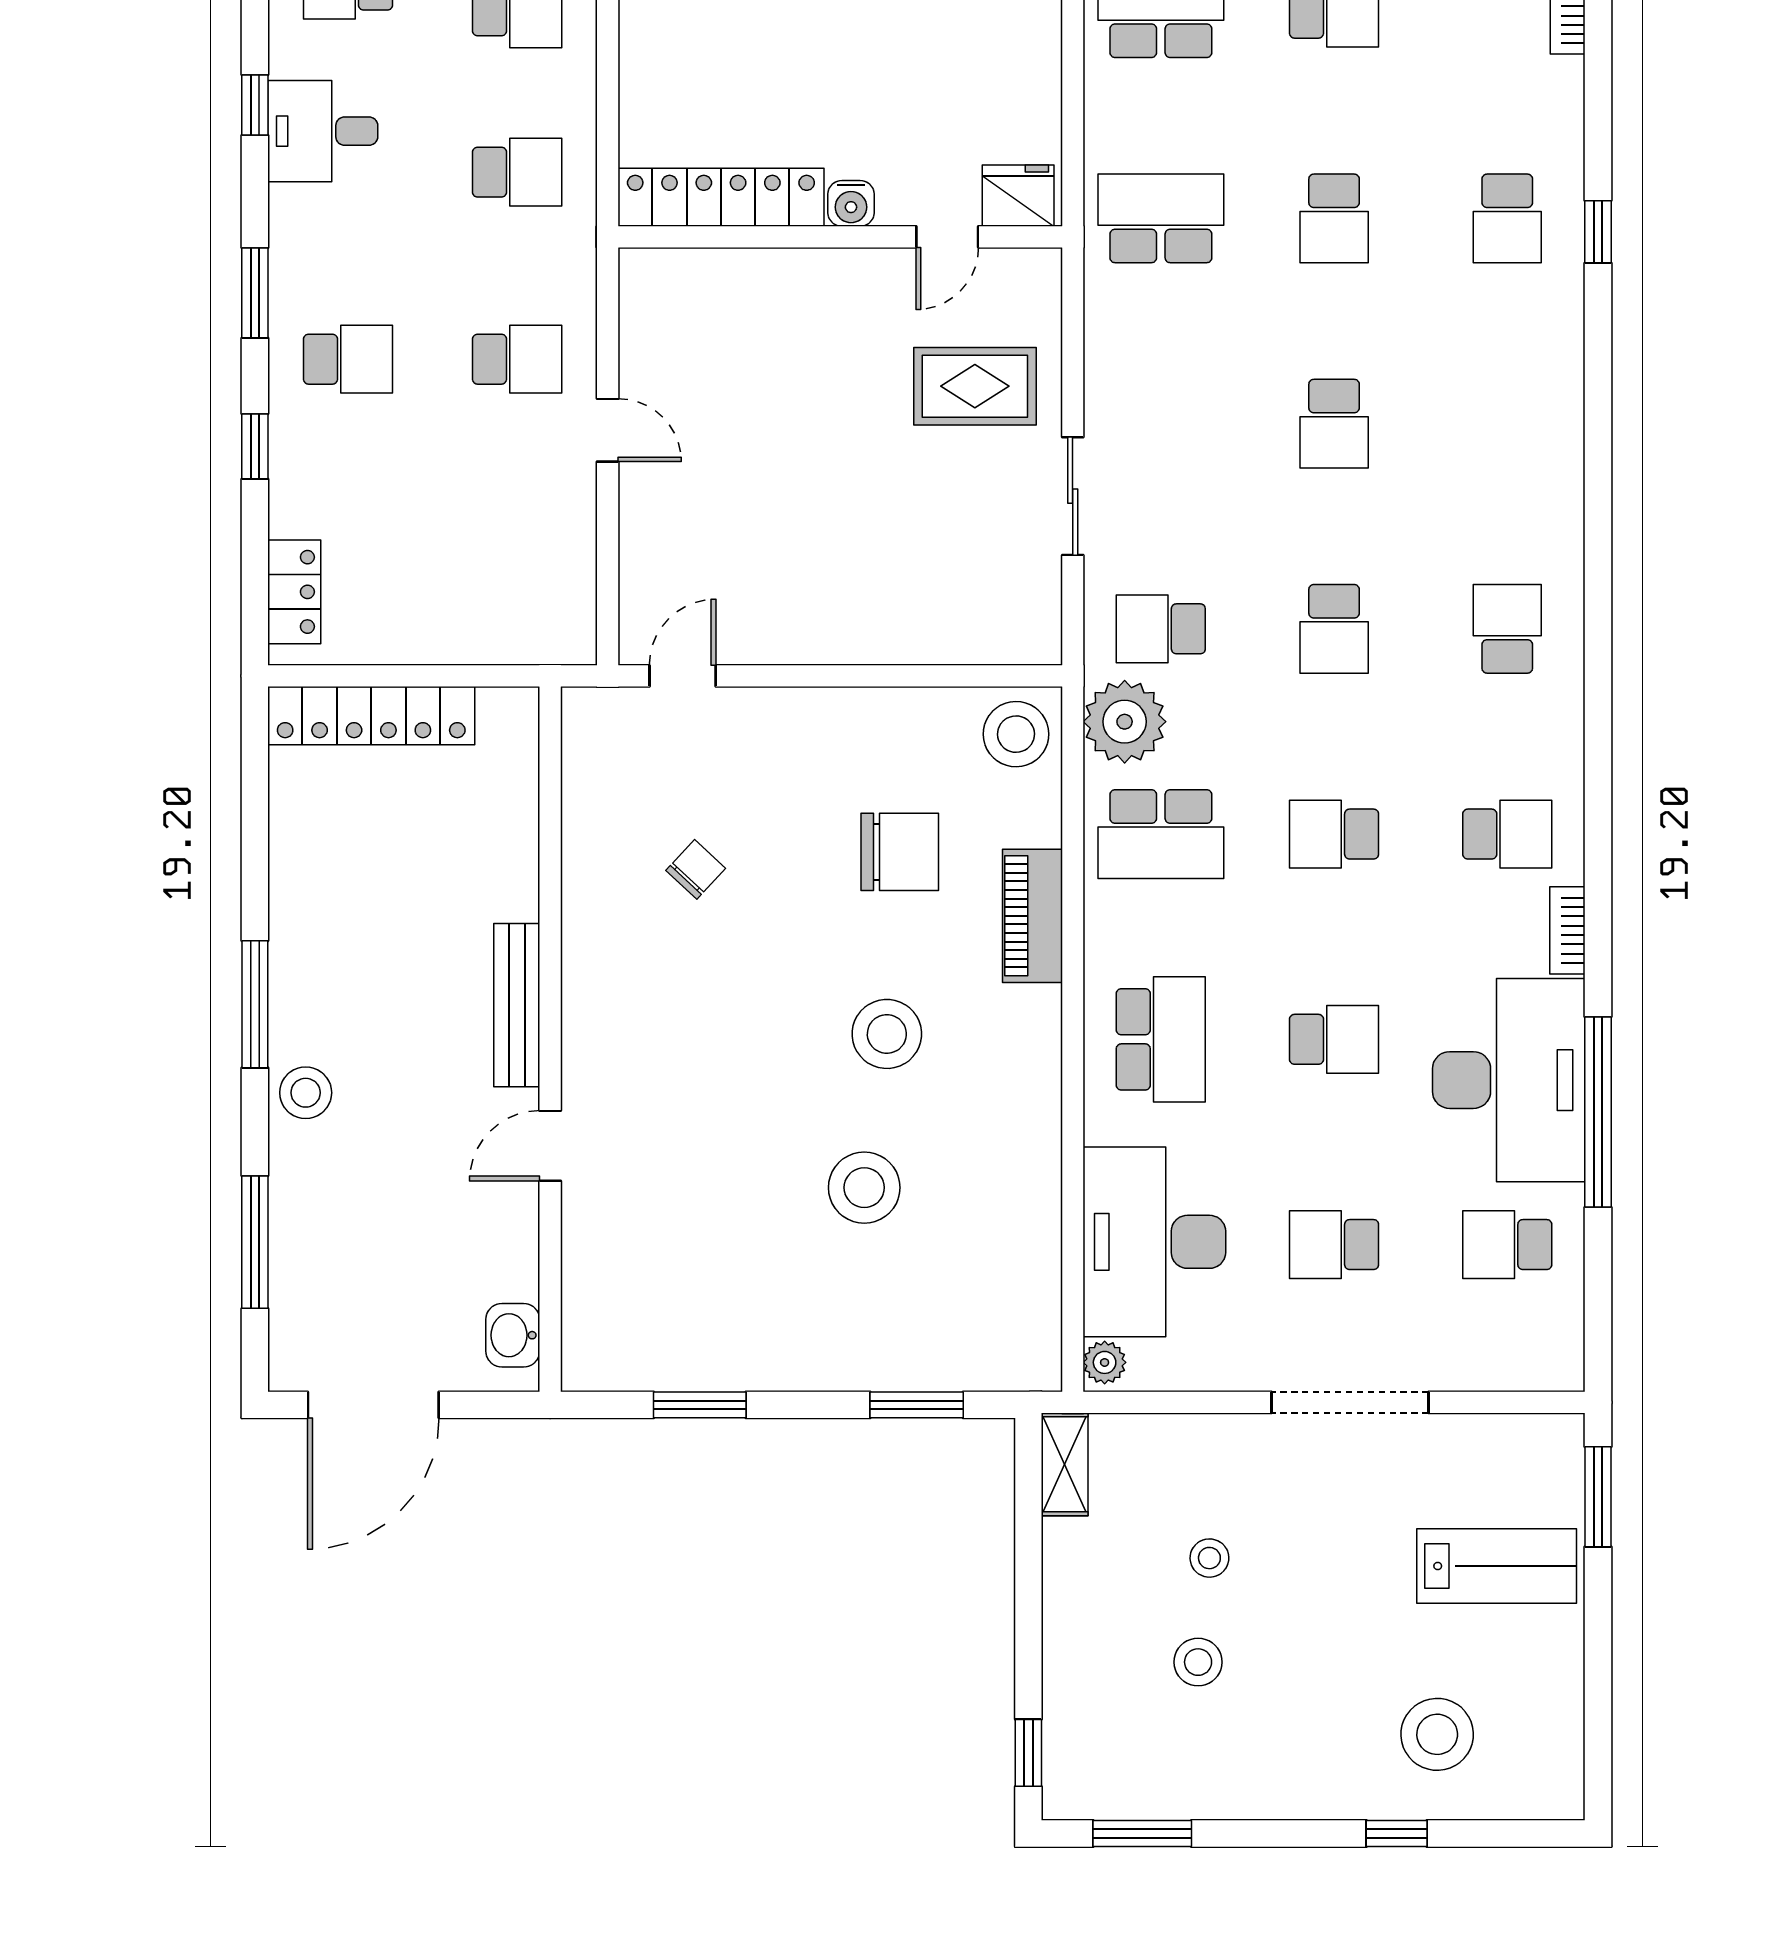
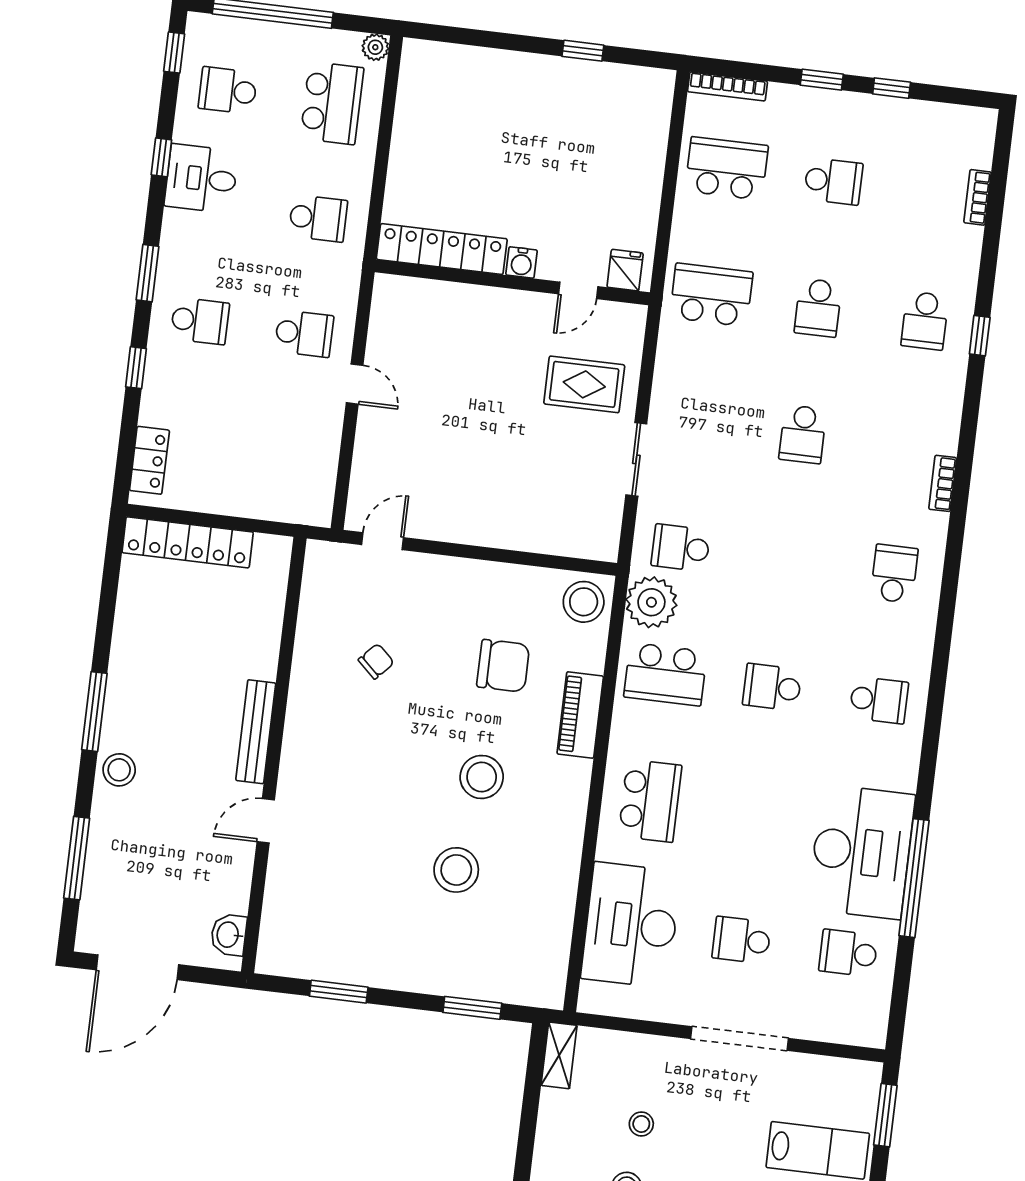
fridge: (1018, 196) -> (625, 270), width x0.72
school desk: (1334, 629) -> (787, 561), removed
bookcase: (1567, 930) -> (943, 483), moved
school desk: (1334, 1039) -> (757, 814), removed
plant: (1105, 1362) -> (591, 996), removed

